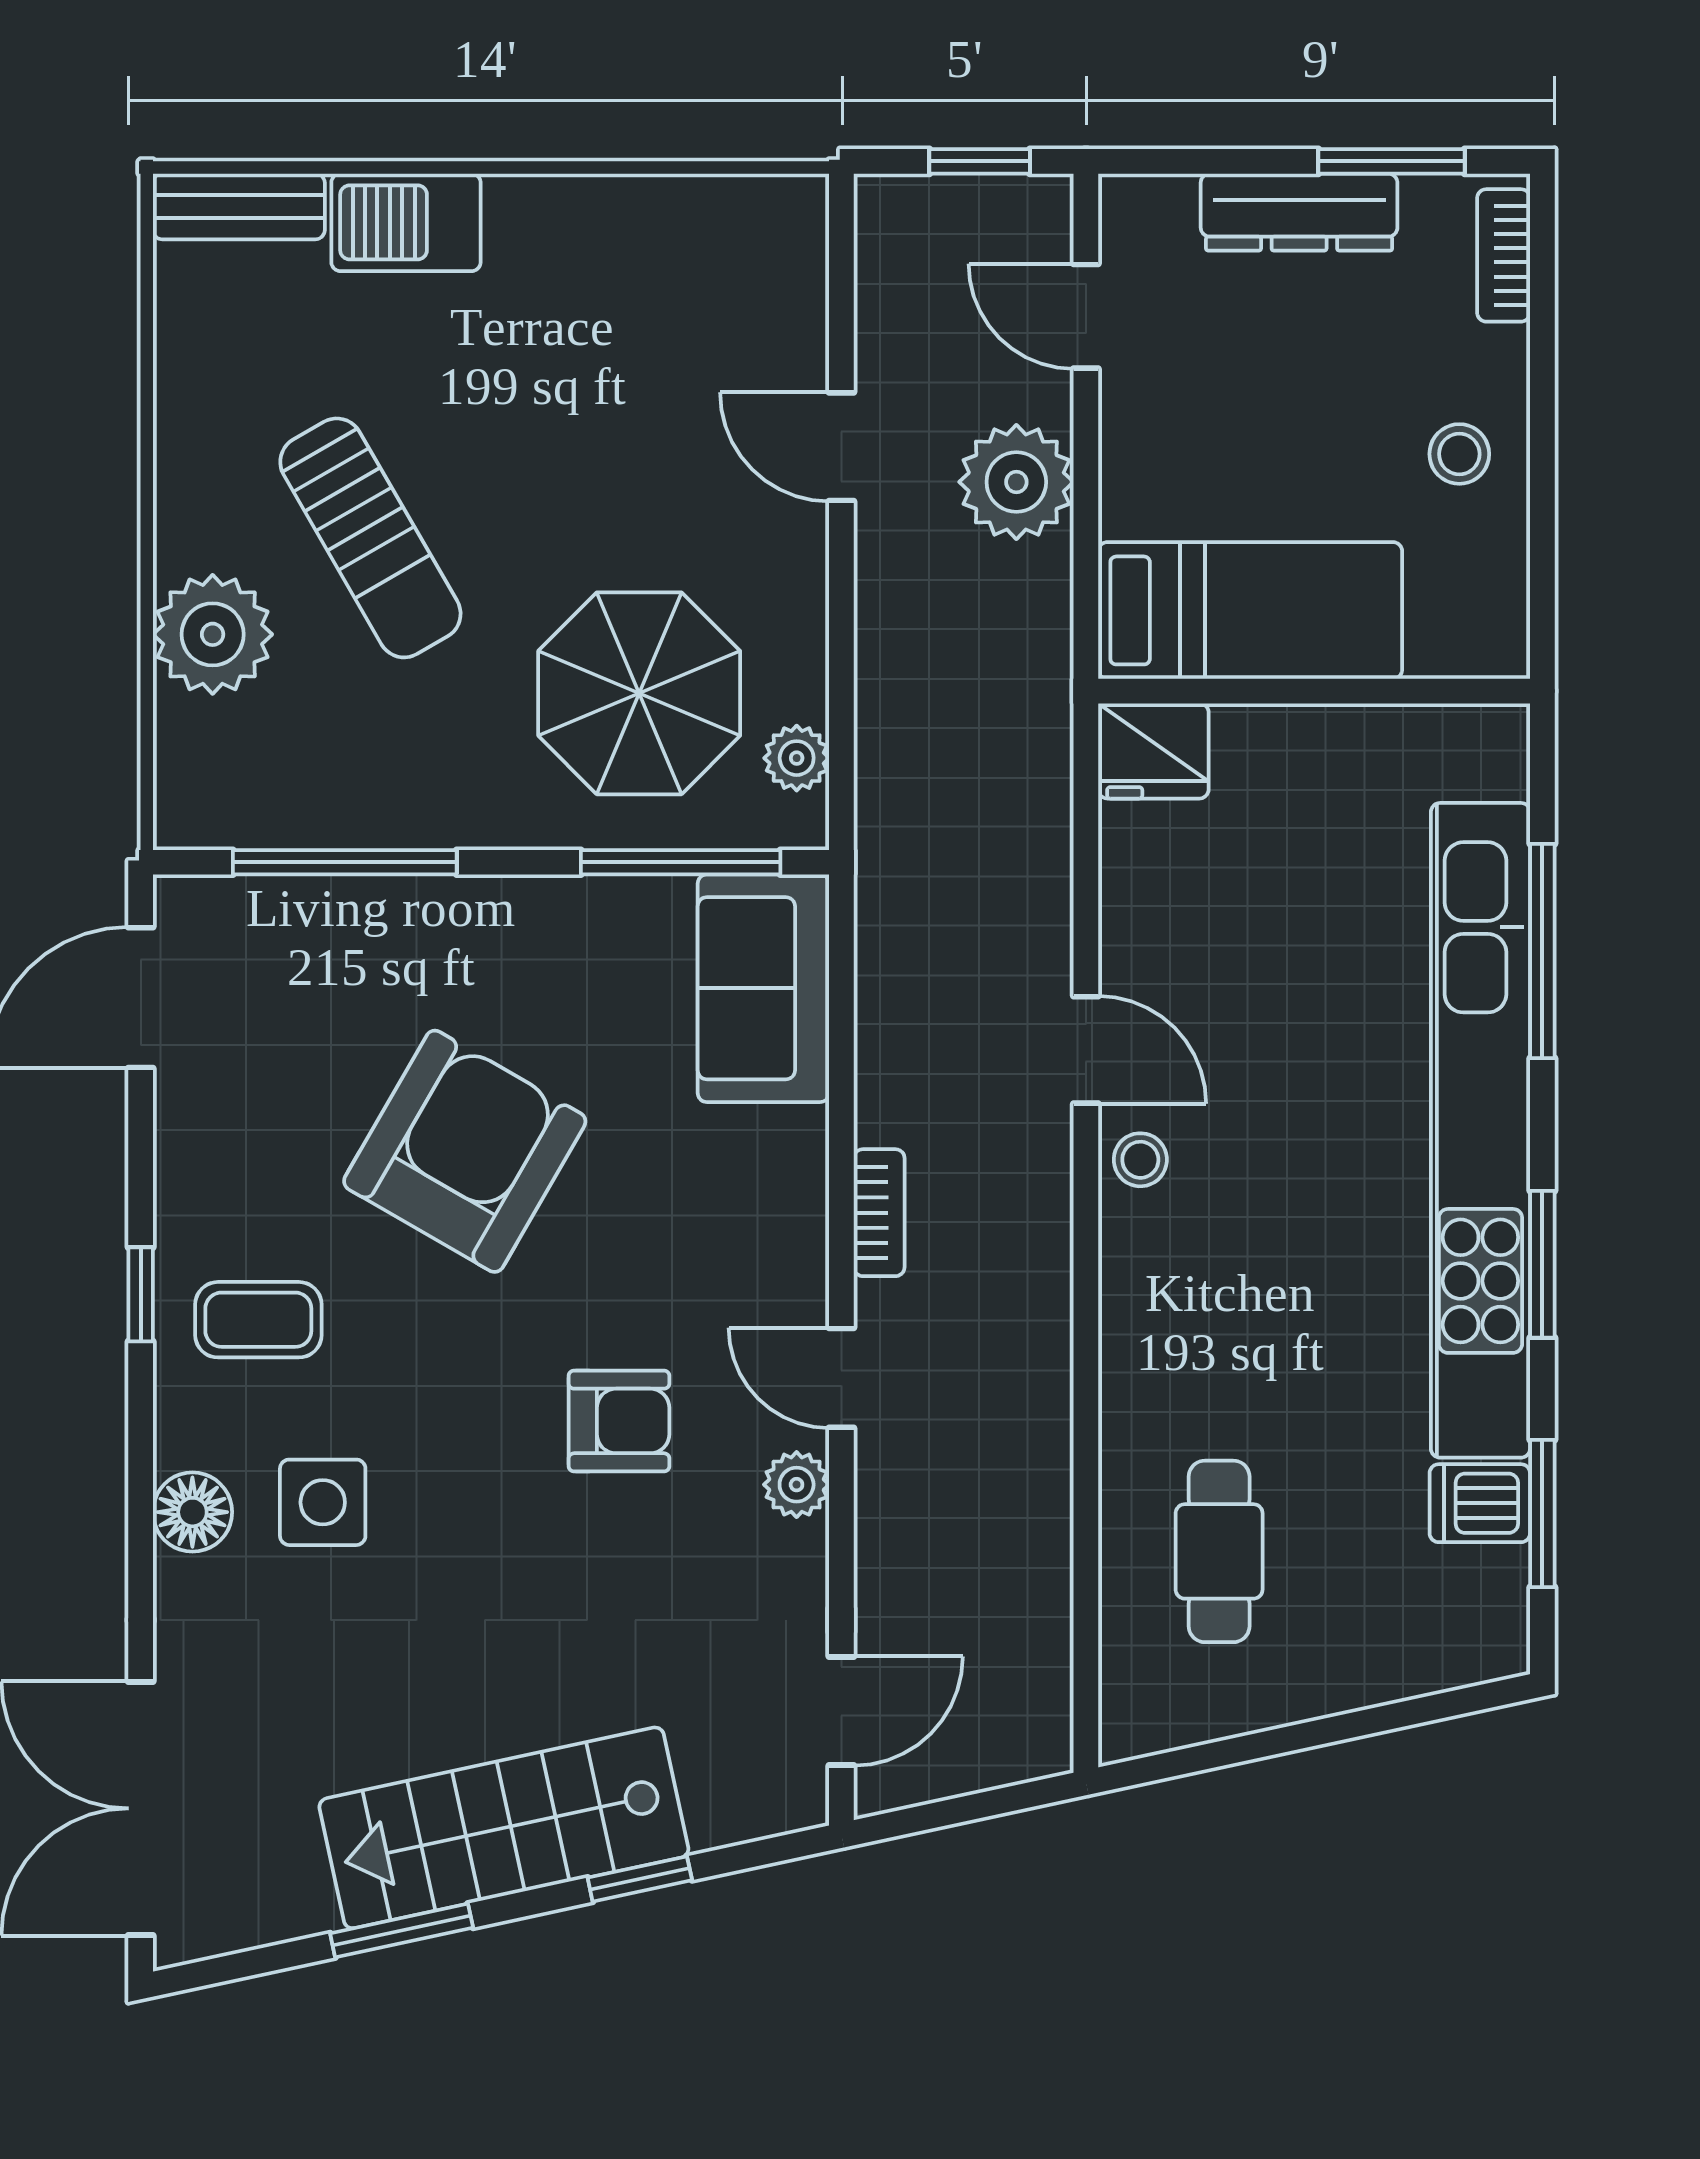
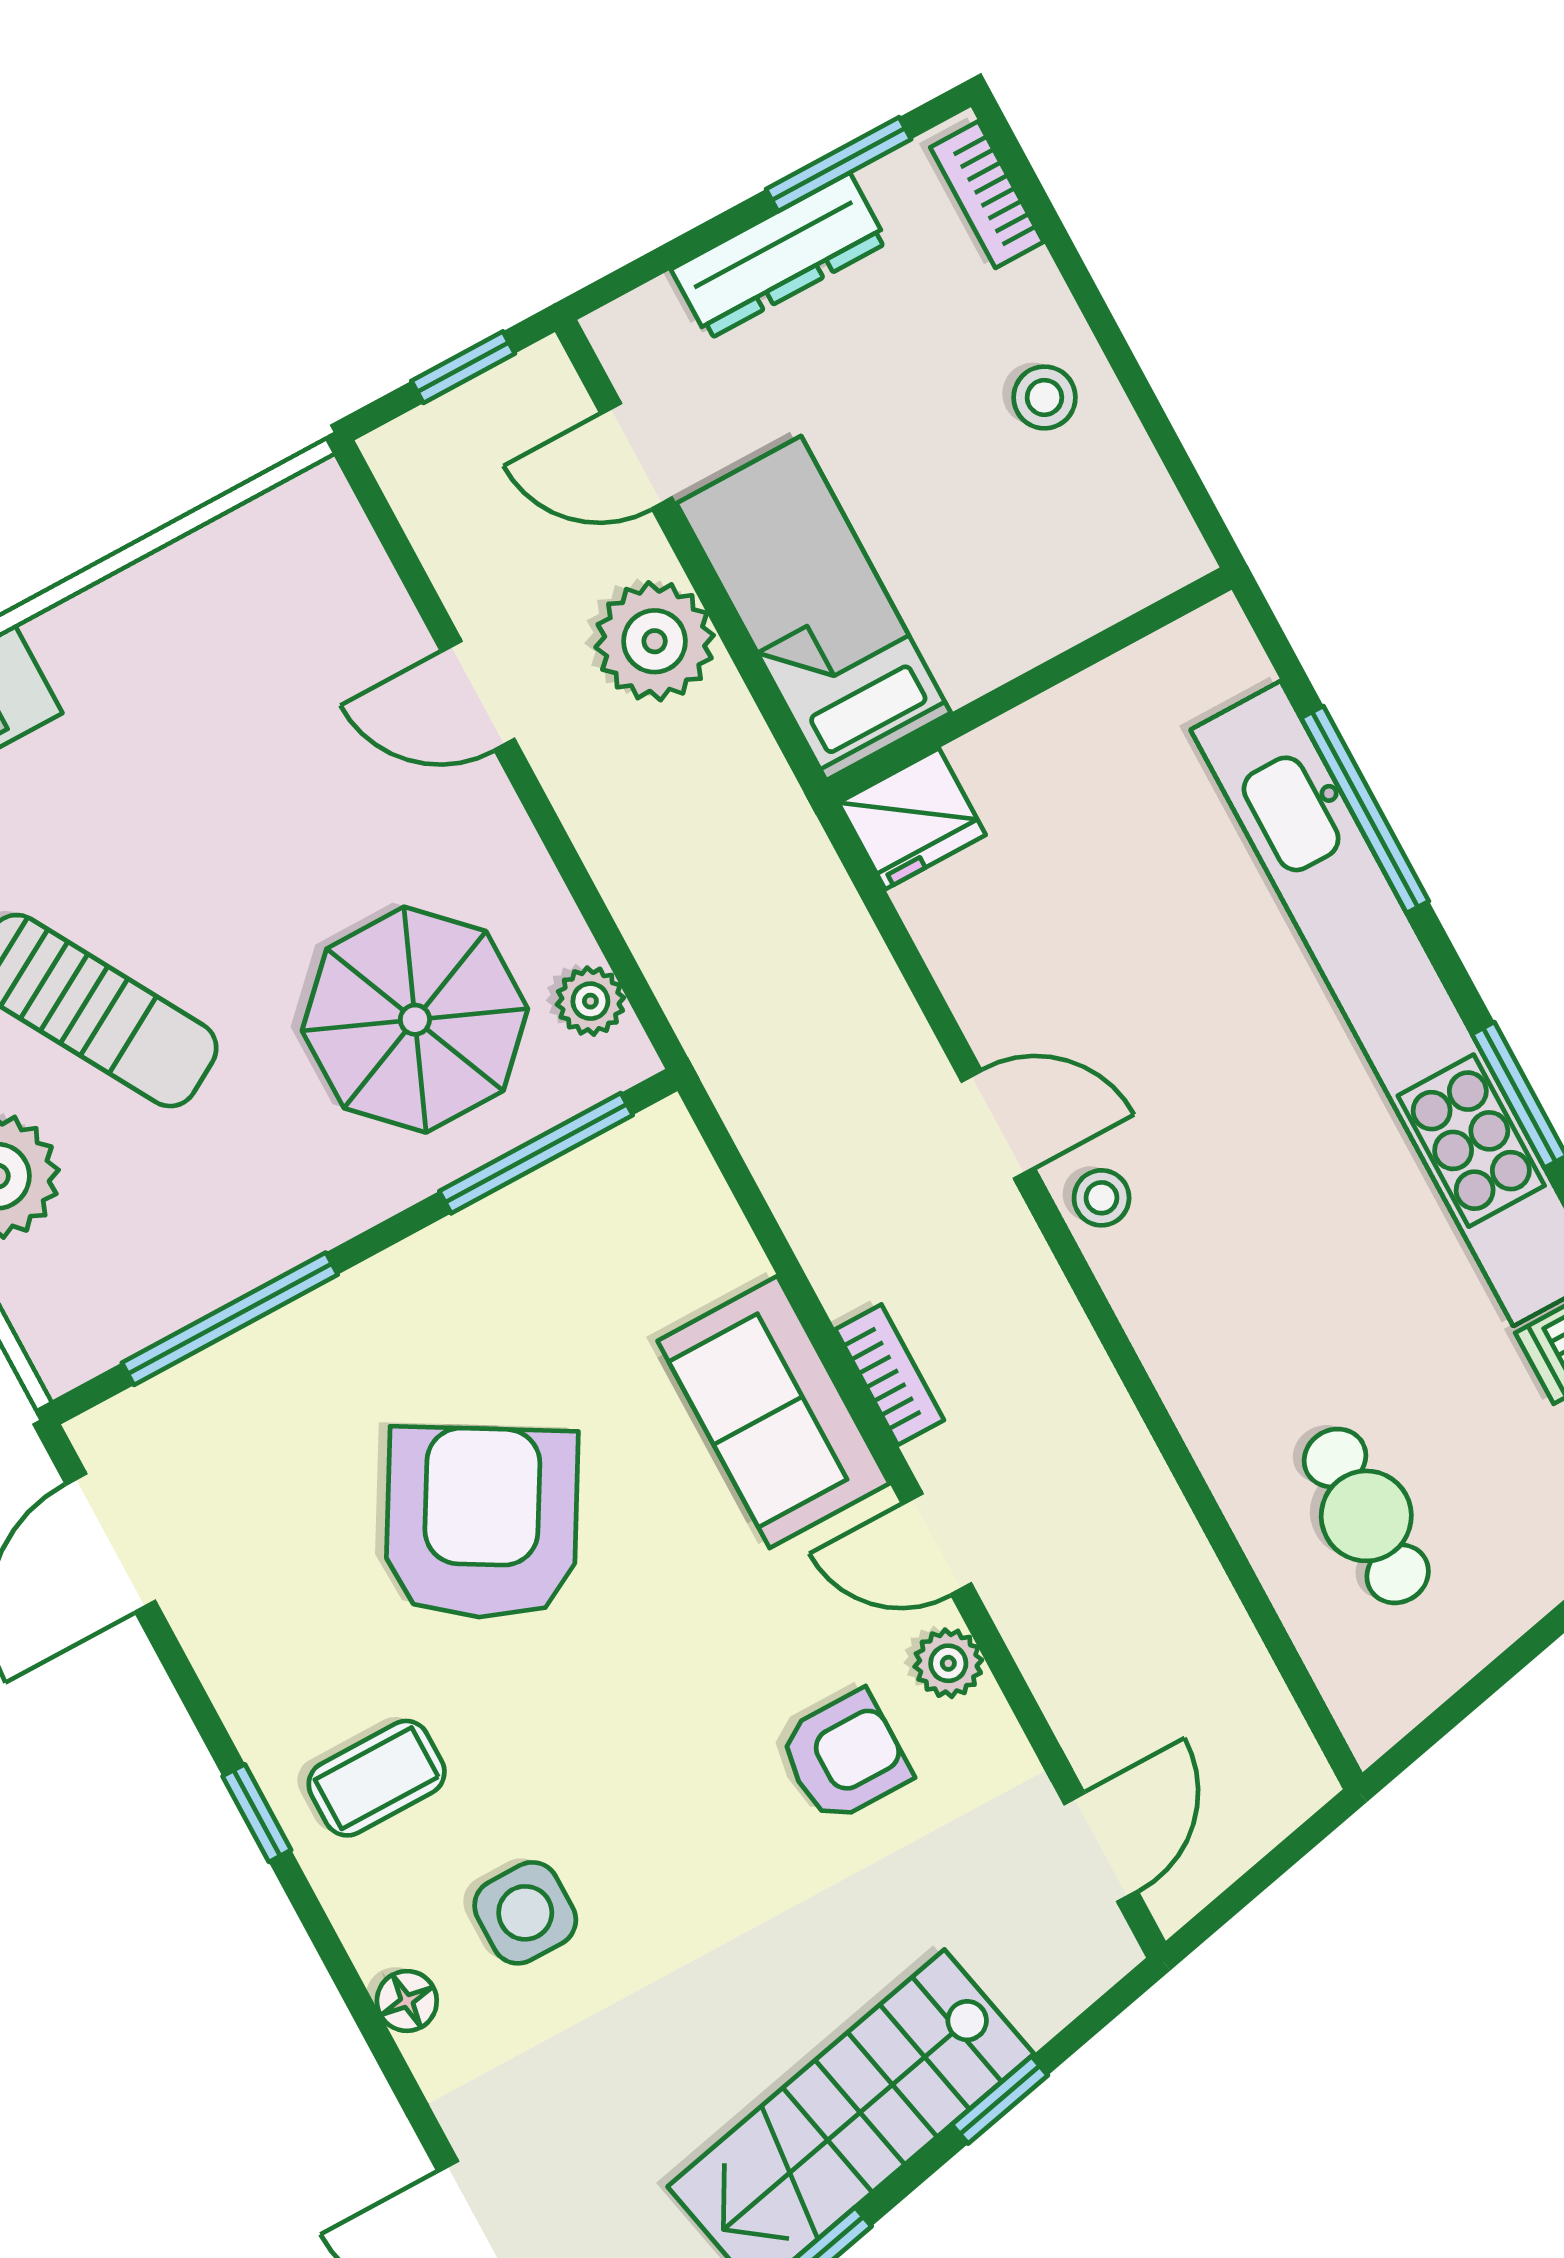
bed: (1250, 610) -> (814, 608), moved, turned -90
sofa: (763, 988) -> (774, 1412), moved
armchair: (619, 1421) -> (845, 1757), moved
floor lamp: (192, 1512) -> (407, 2001), width x0.73, depth x0.73

